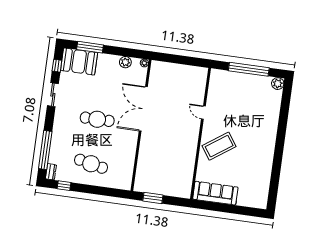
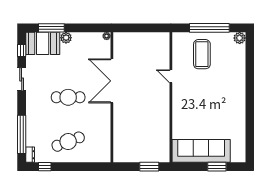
plant: (125, 62) -> (66, 38), moved
coffee table: (219, 146) -> (202, 54), moved, turned -55
cafe table: (91, 164) -> (68, 142), turned -33
sofa: (215, 193) -> (201, 151), width x1.36, depth x1.27
window: (153, 198) -> (149, 167), moved
window: (237, 210) -> (217, 167), added

